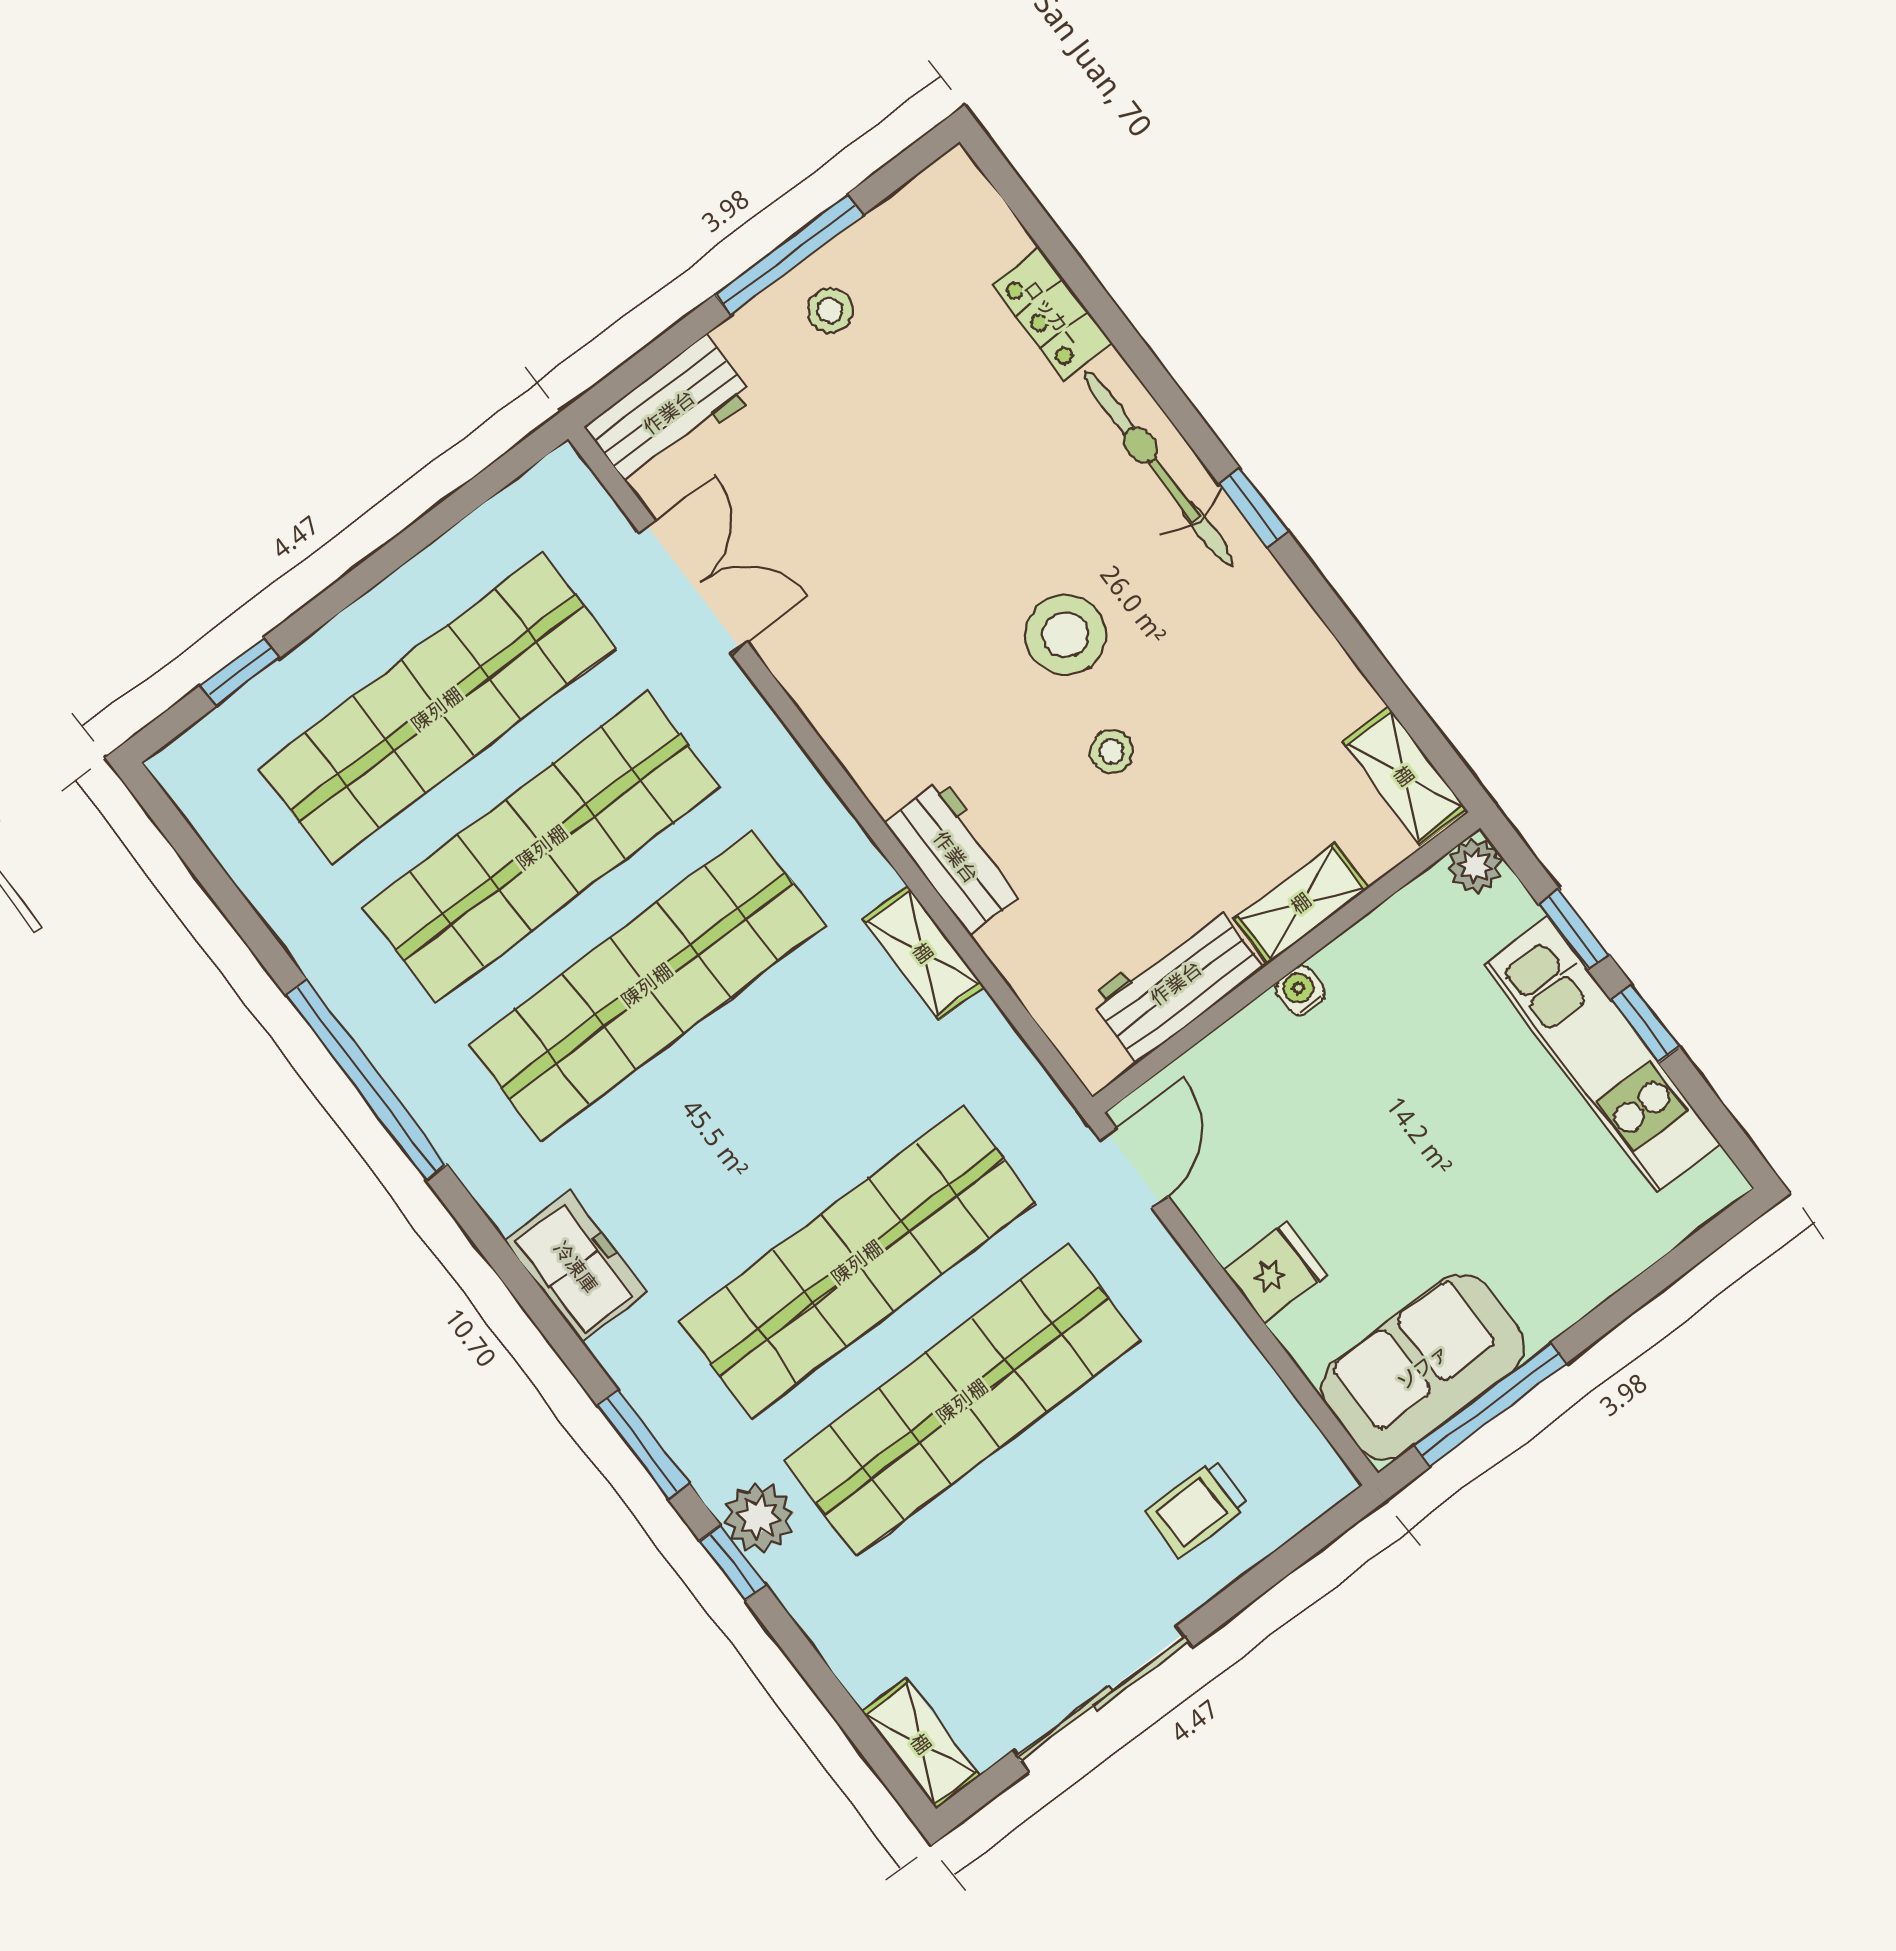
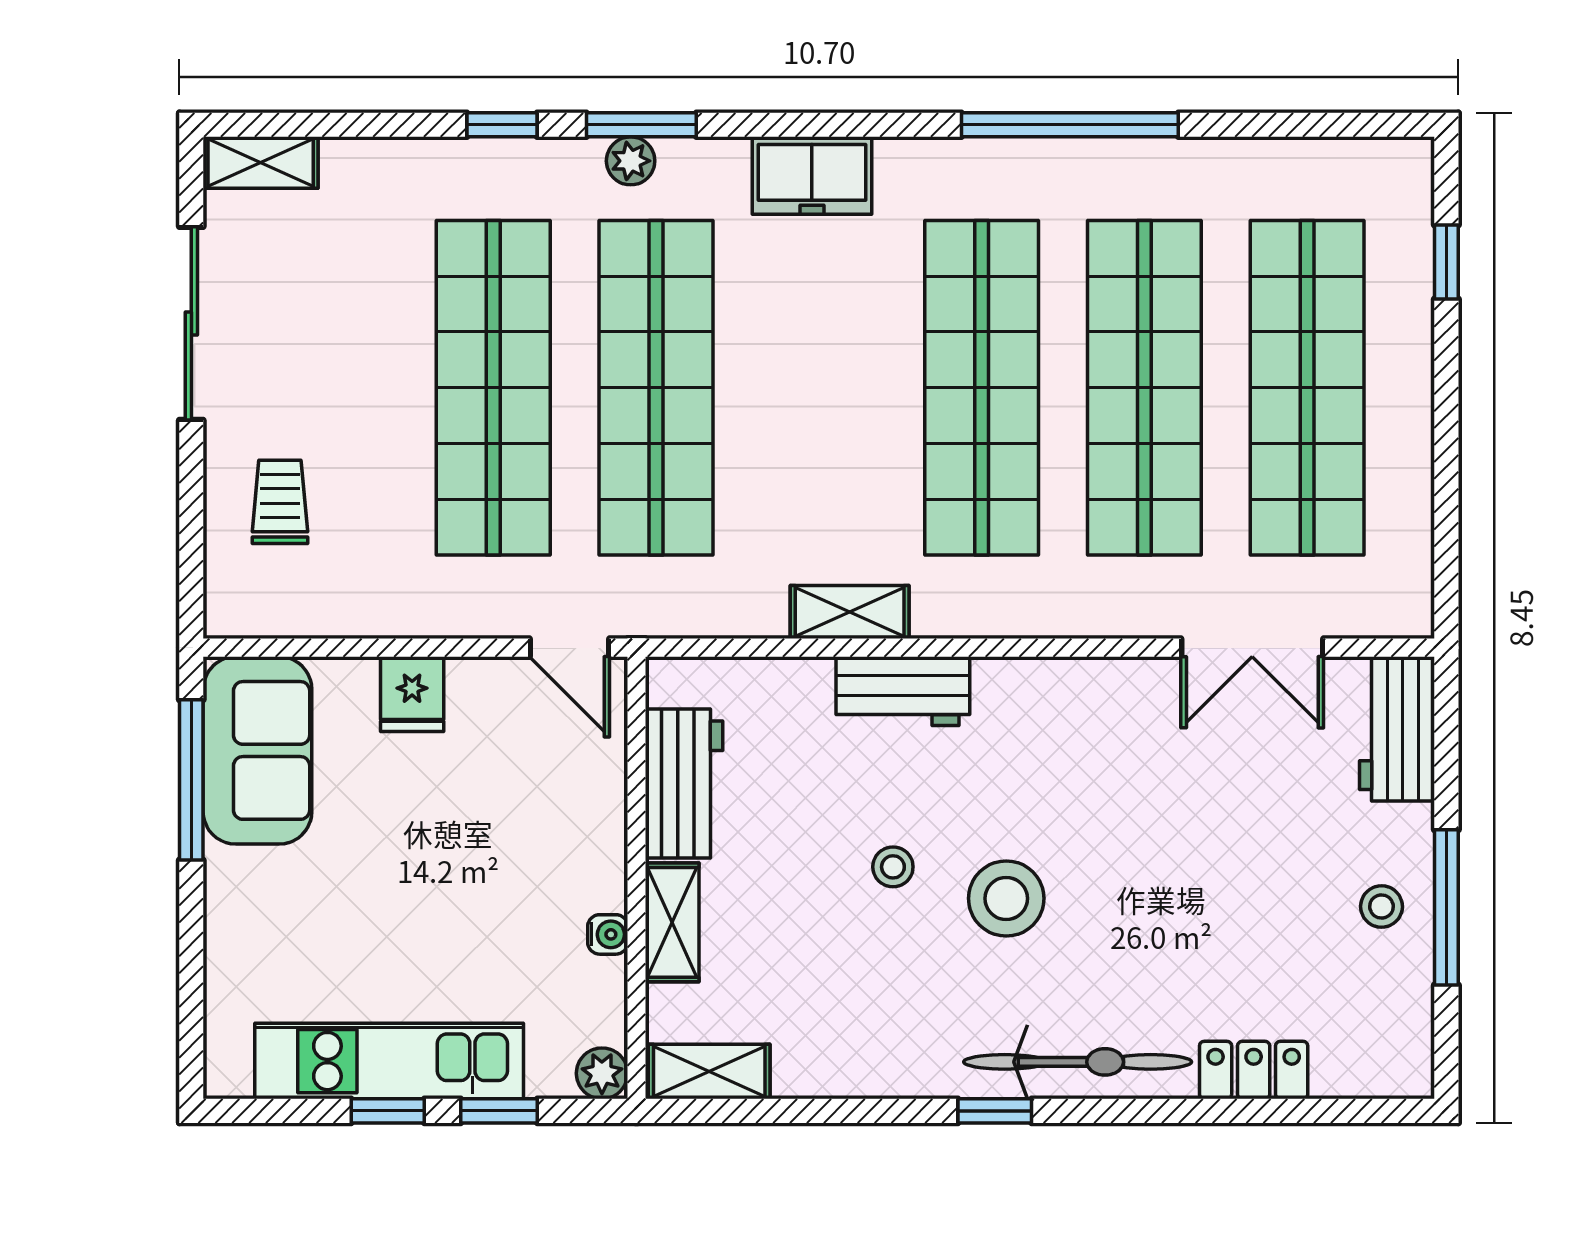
water cooler: (1300, 991) -> (608, 934), moved
plant: (759, 1517) -> (631, 161), moved, width x0.73, depth x0.73

